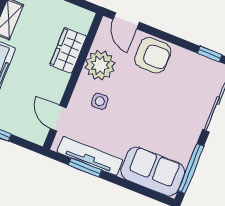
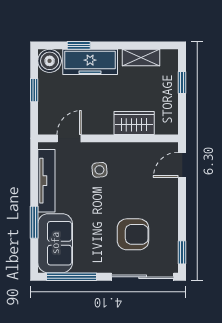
armchair: (153, 55) -> (133, 234), moved, turned -90
plant: (100, 65) -> (132, 157), removed
window: (85, 168) -> (34, 222), moved

